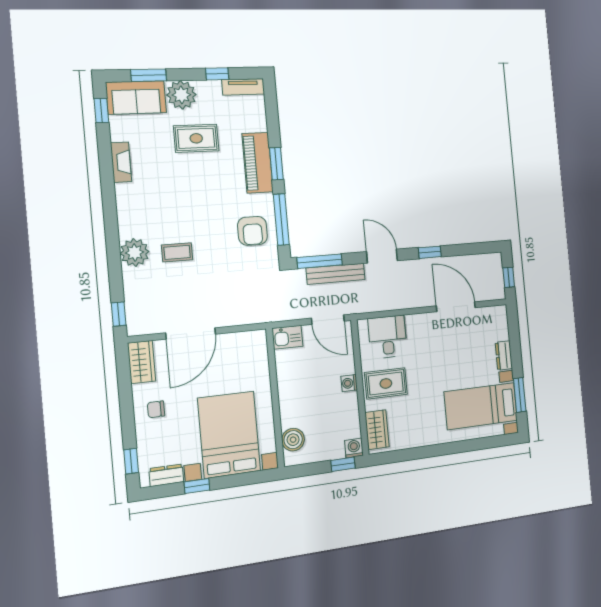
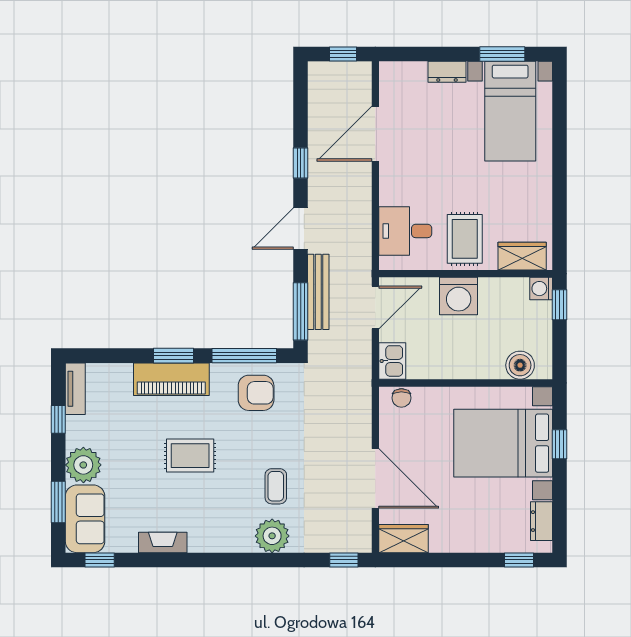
rug: (196, 138) -> (190, 456), moved, turned 90
washing machine: (349, 383) -> (459, 296), width x1.89, depth x1.89
chair: (156, 409) -> (401, 398), moved
window: (197, 486) -> (560, 444), moved

